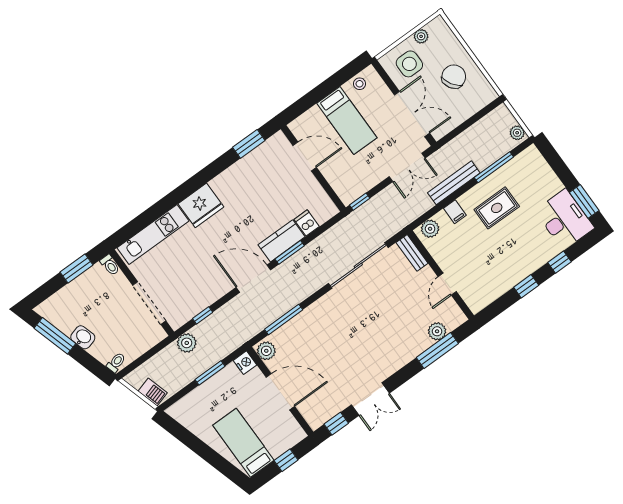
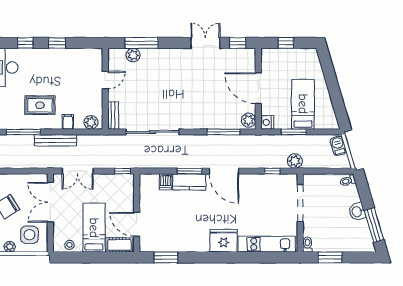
cot: (307, 122) -> (119, 245), added
double door: (407, 167) -> (78, 171), swing flipped
bed: (243, 443) -> (303, 104), moved, turned 180

